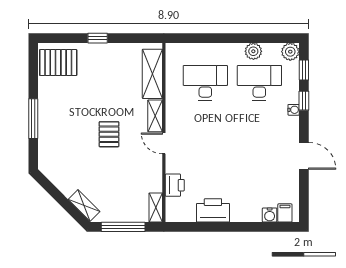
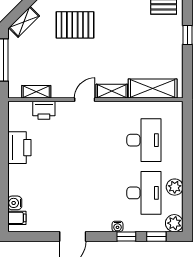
pallet: (109, 134) -> (75, 25), moved, width x1.50, depth x1.42
shelving: (156, 207) -> (36, 92), moved

